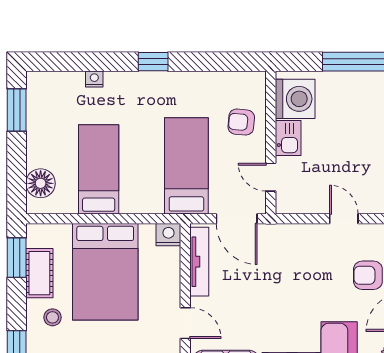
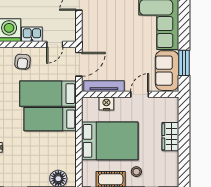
bed: (99, 169) -> (50, 119), moved
nightstand: (168, 235) -> (106, 104), moved, turned 90

